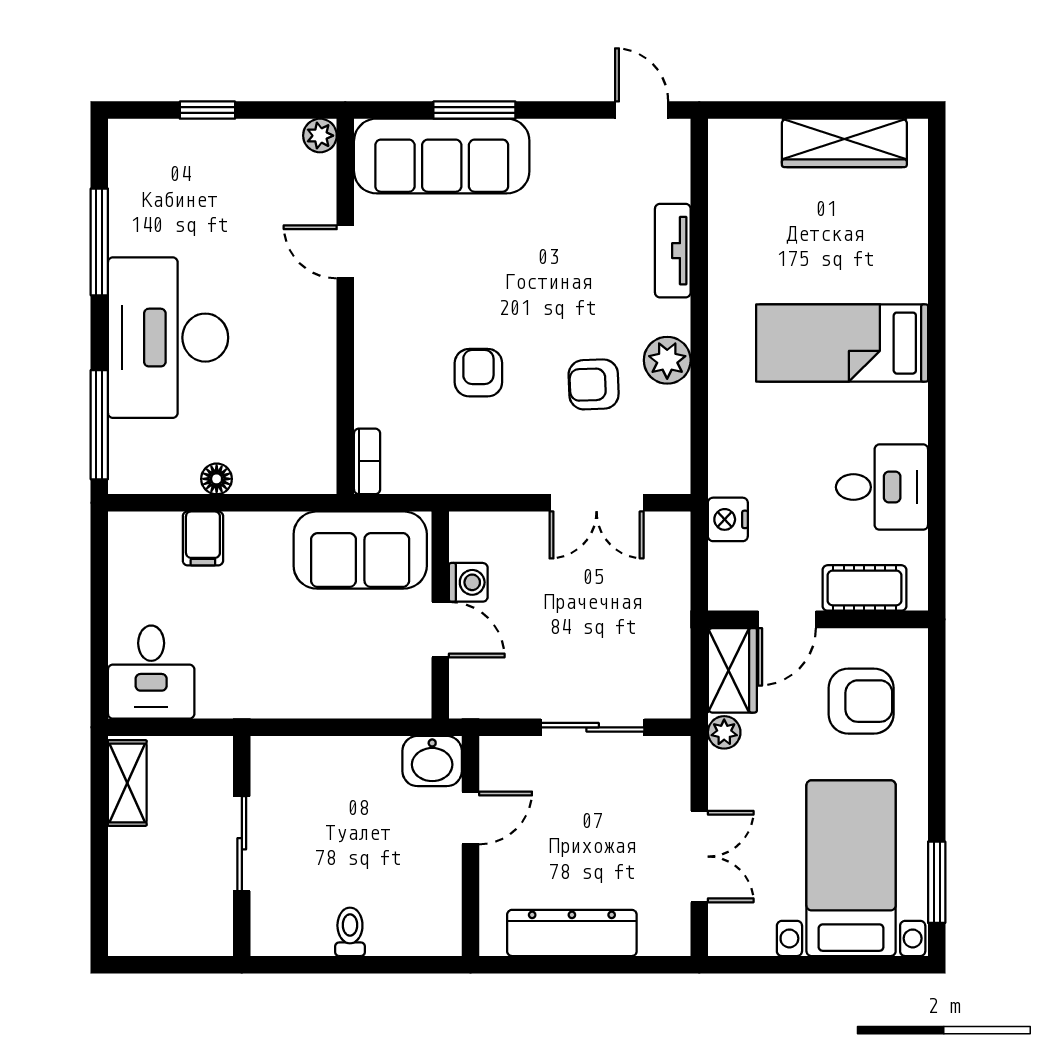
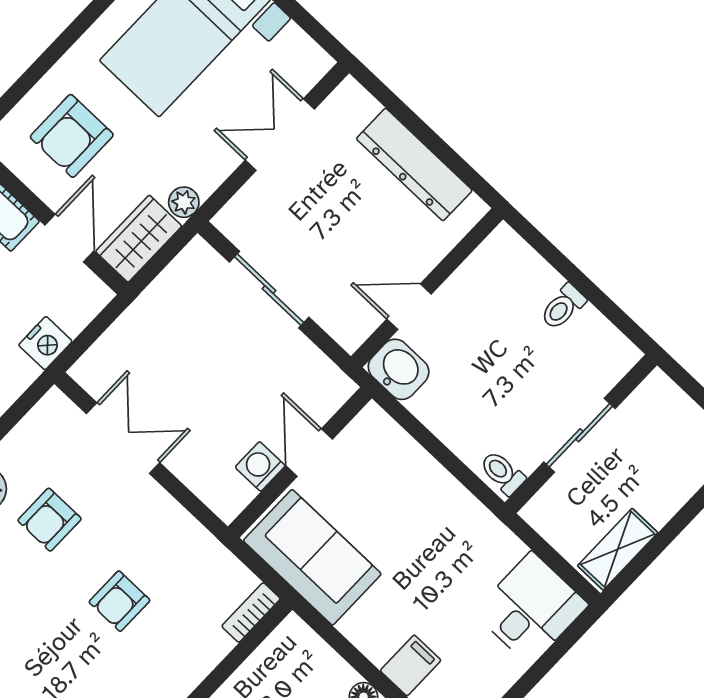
armchair: (594, 384) -> (50, 520), turned 92
door: (787, 619) -> (69, 238), hinge flipped
armchair: (861, 701) -> (72, 136), turned -90
toilet: (274, 757) -> (502, 473), added

